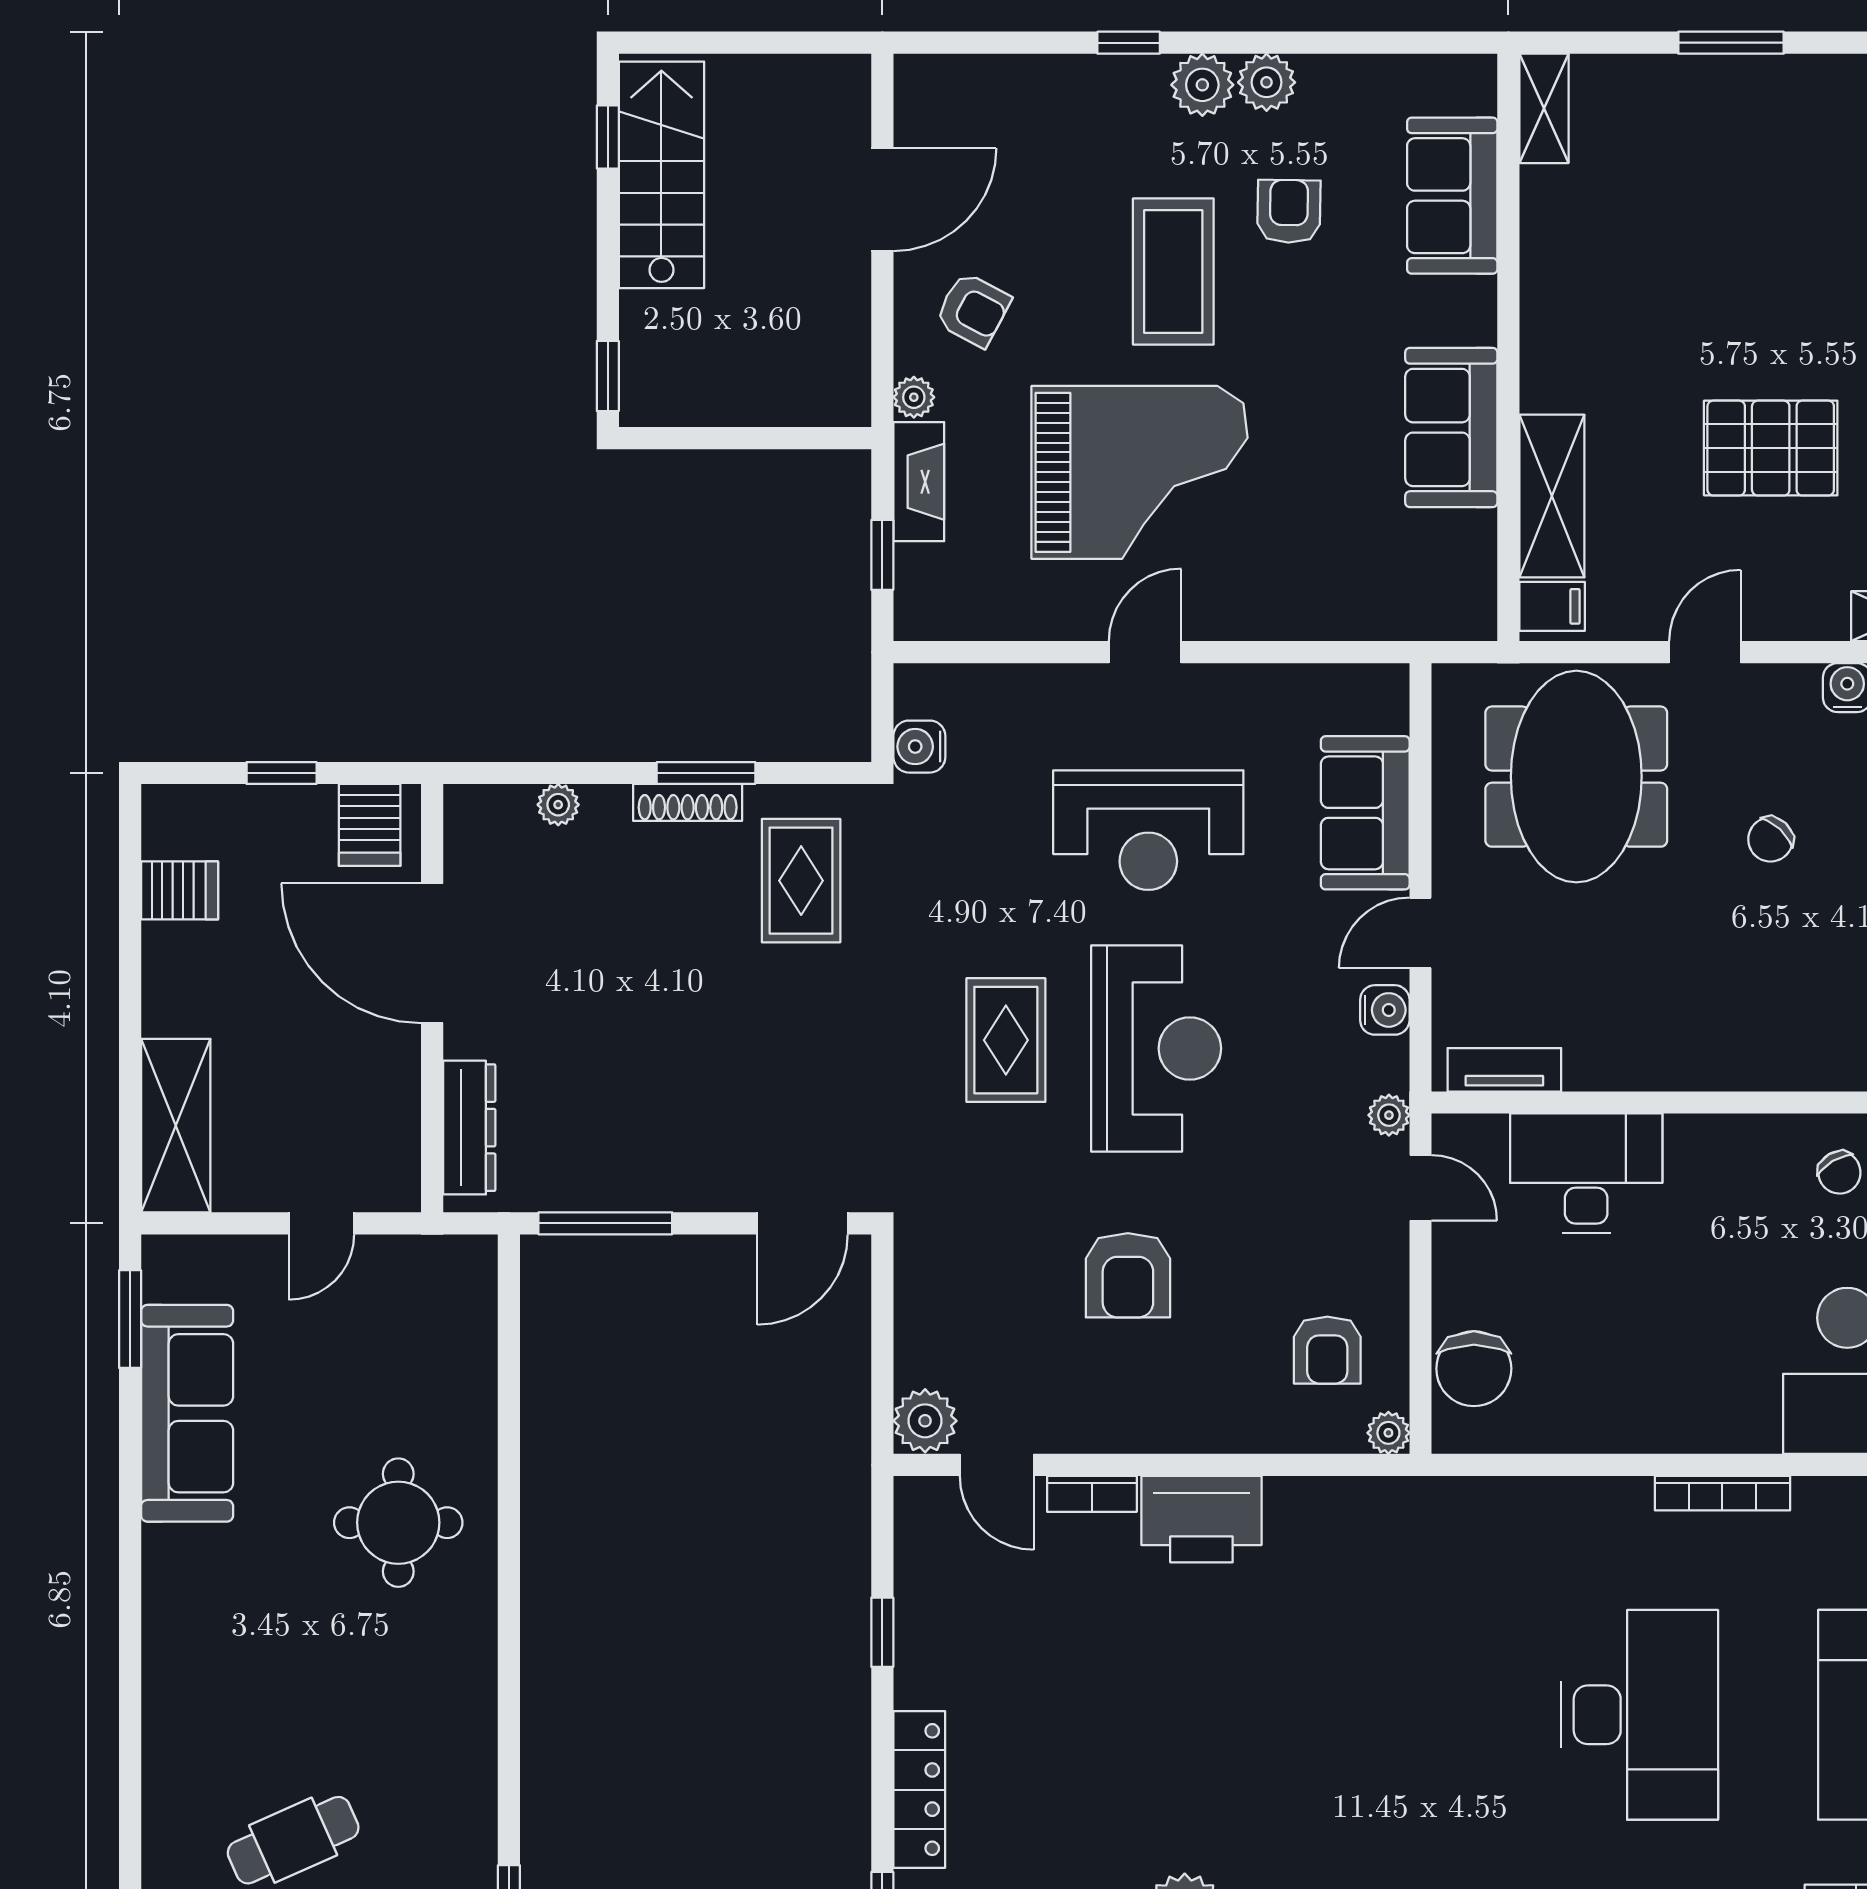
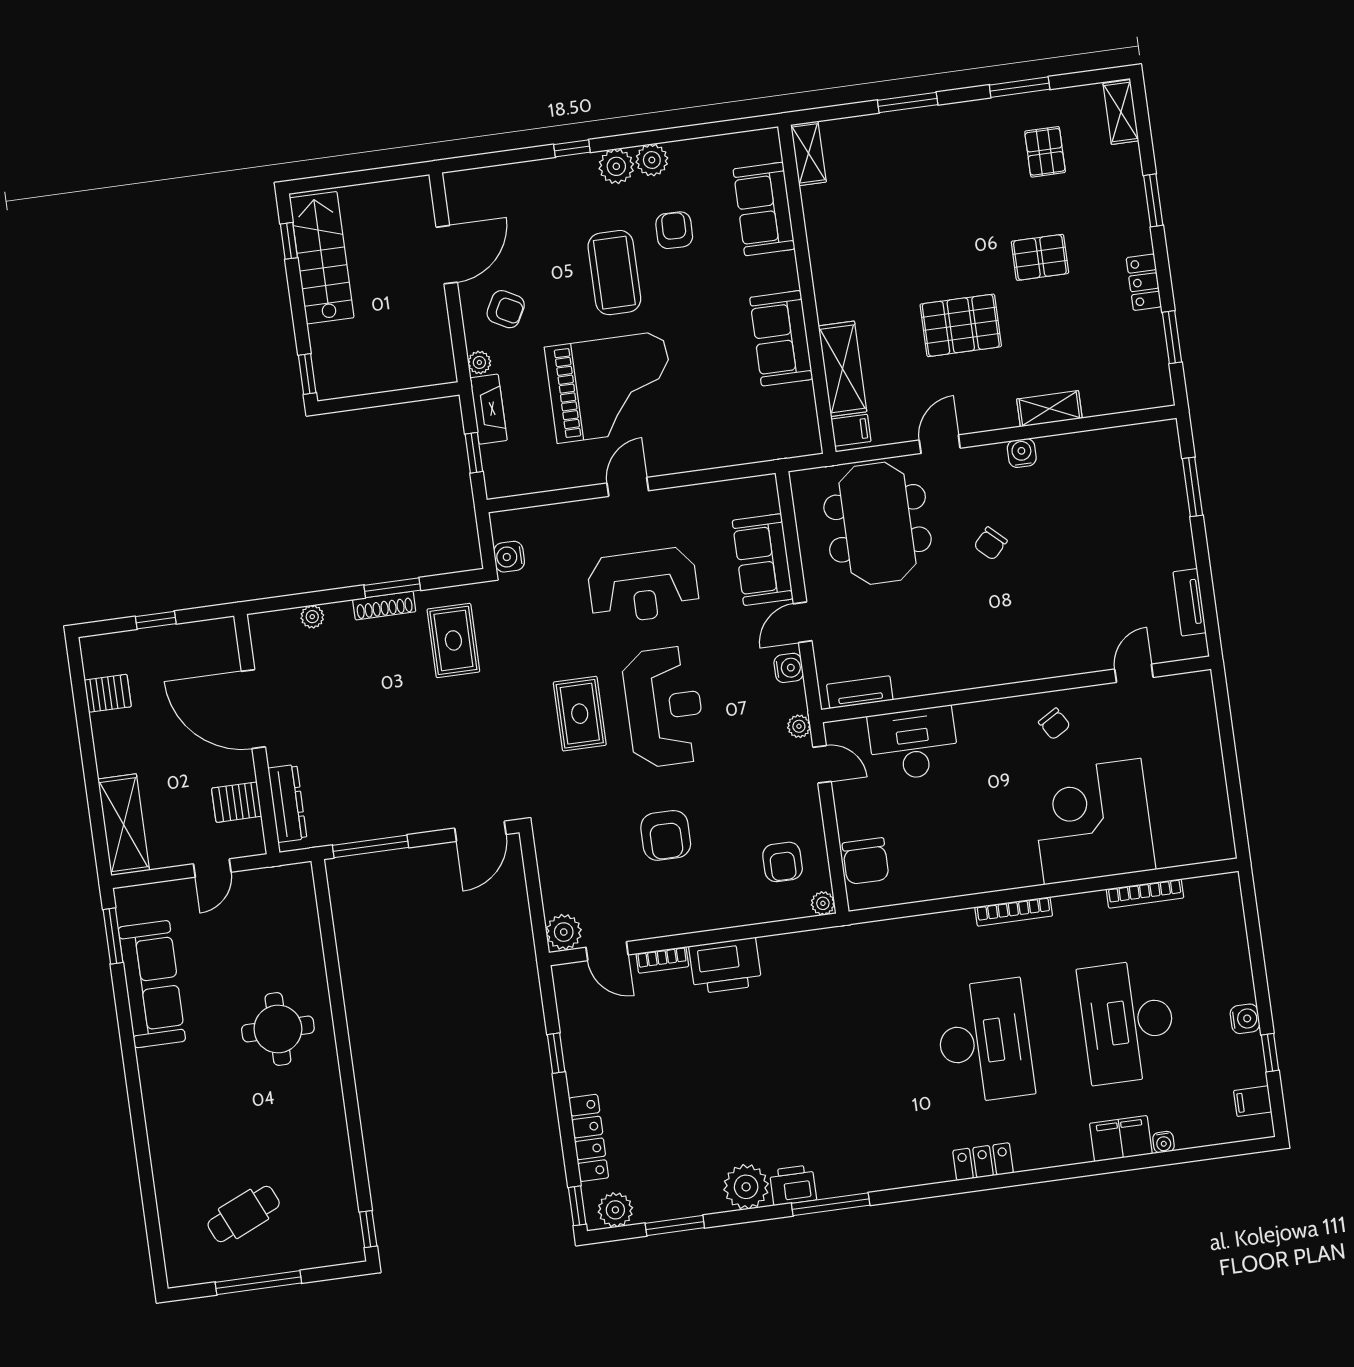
server rack: (370, 825) -> (237, 802), moved, turned 90

